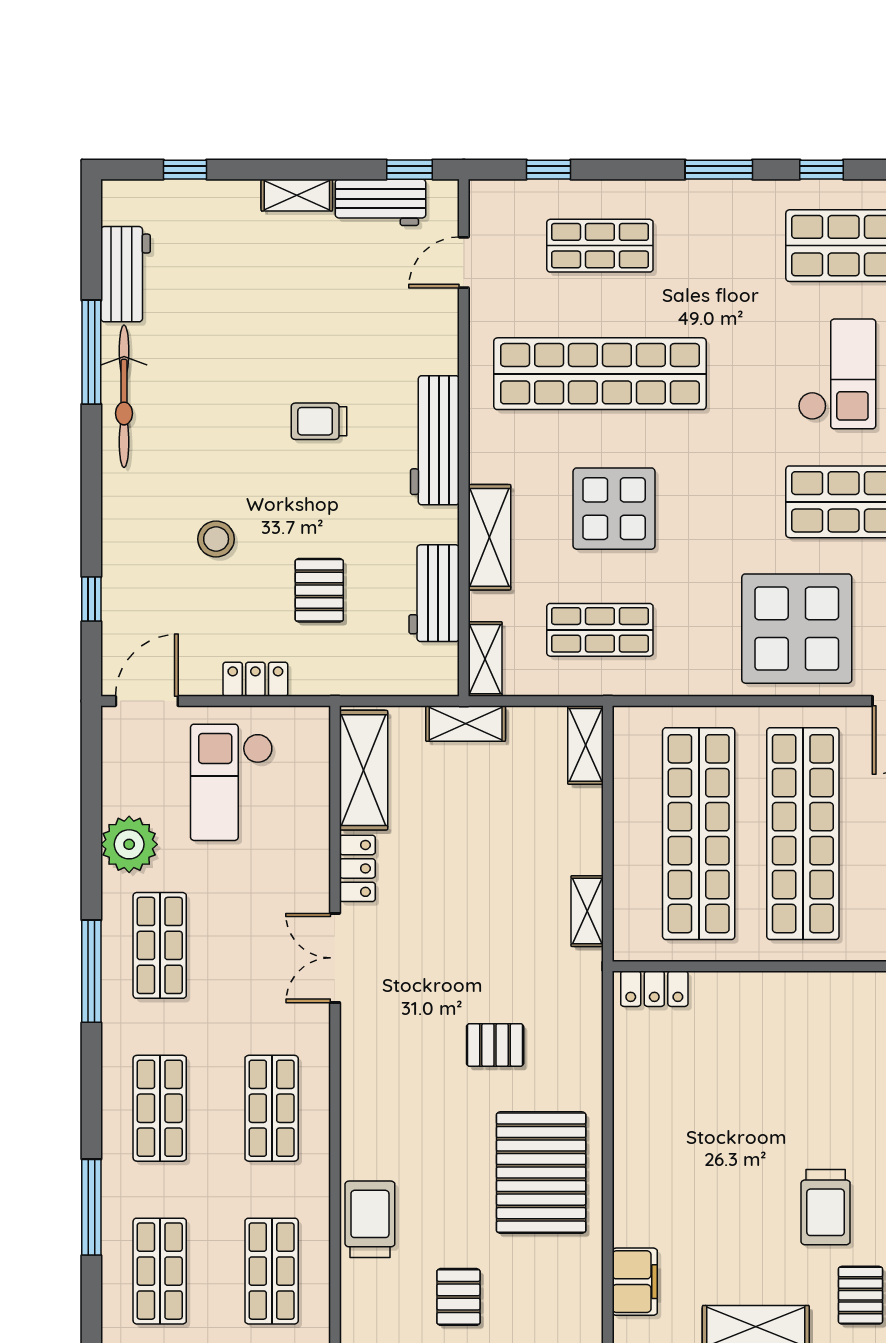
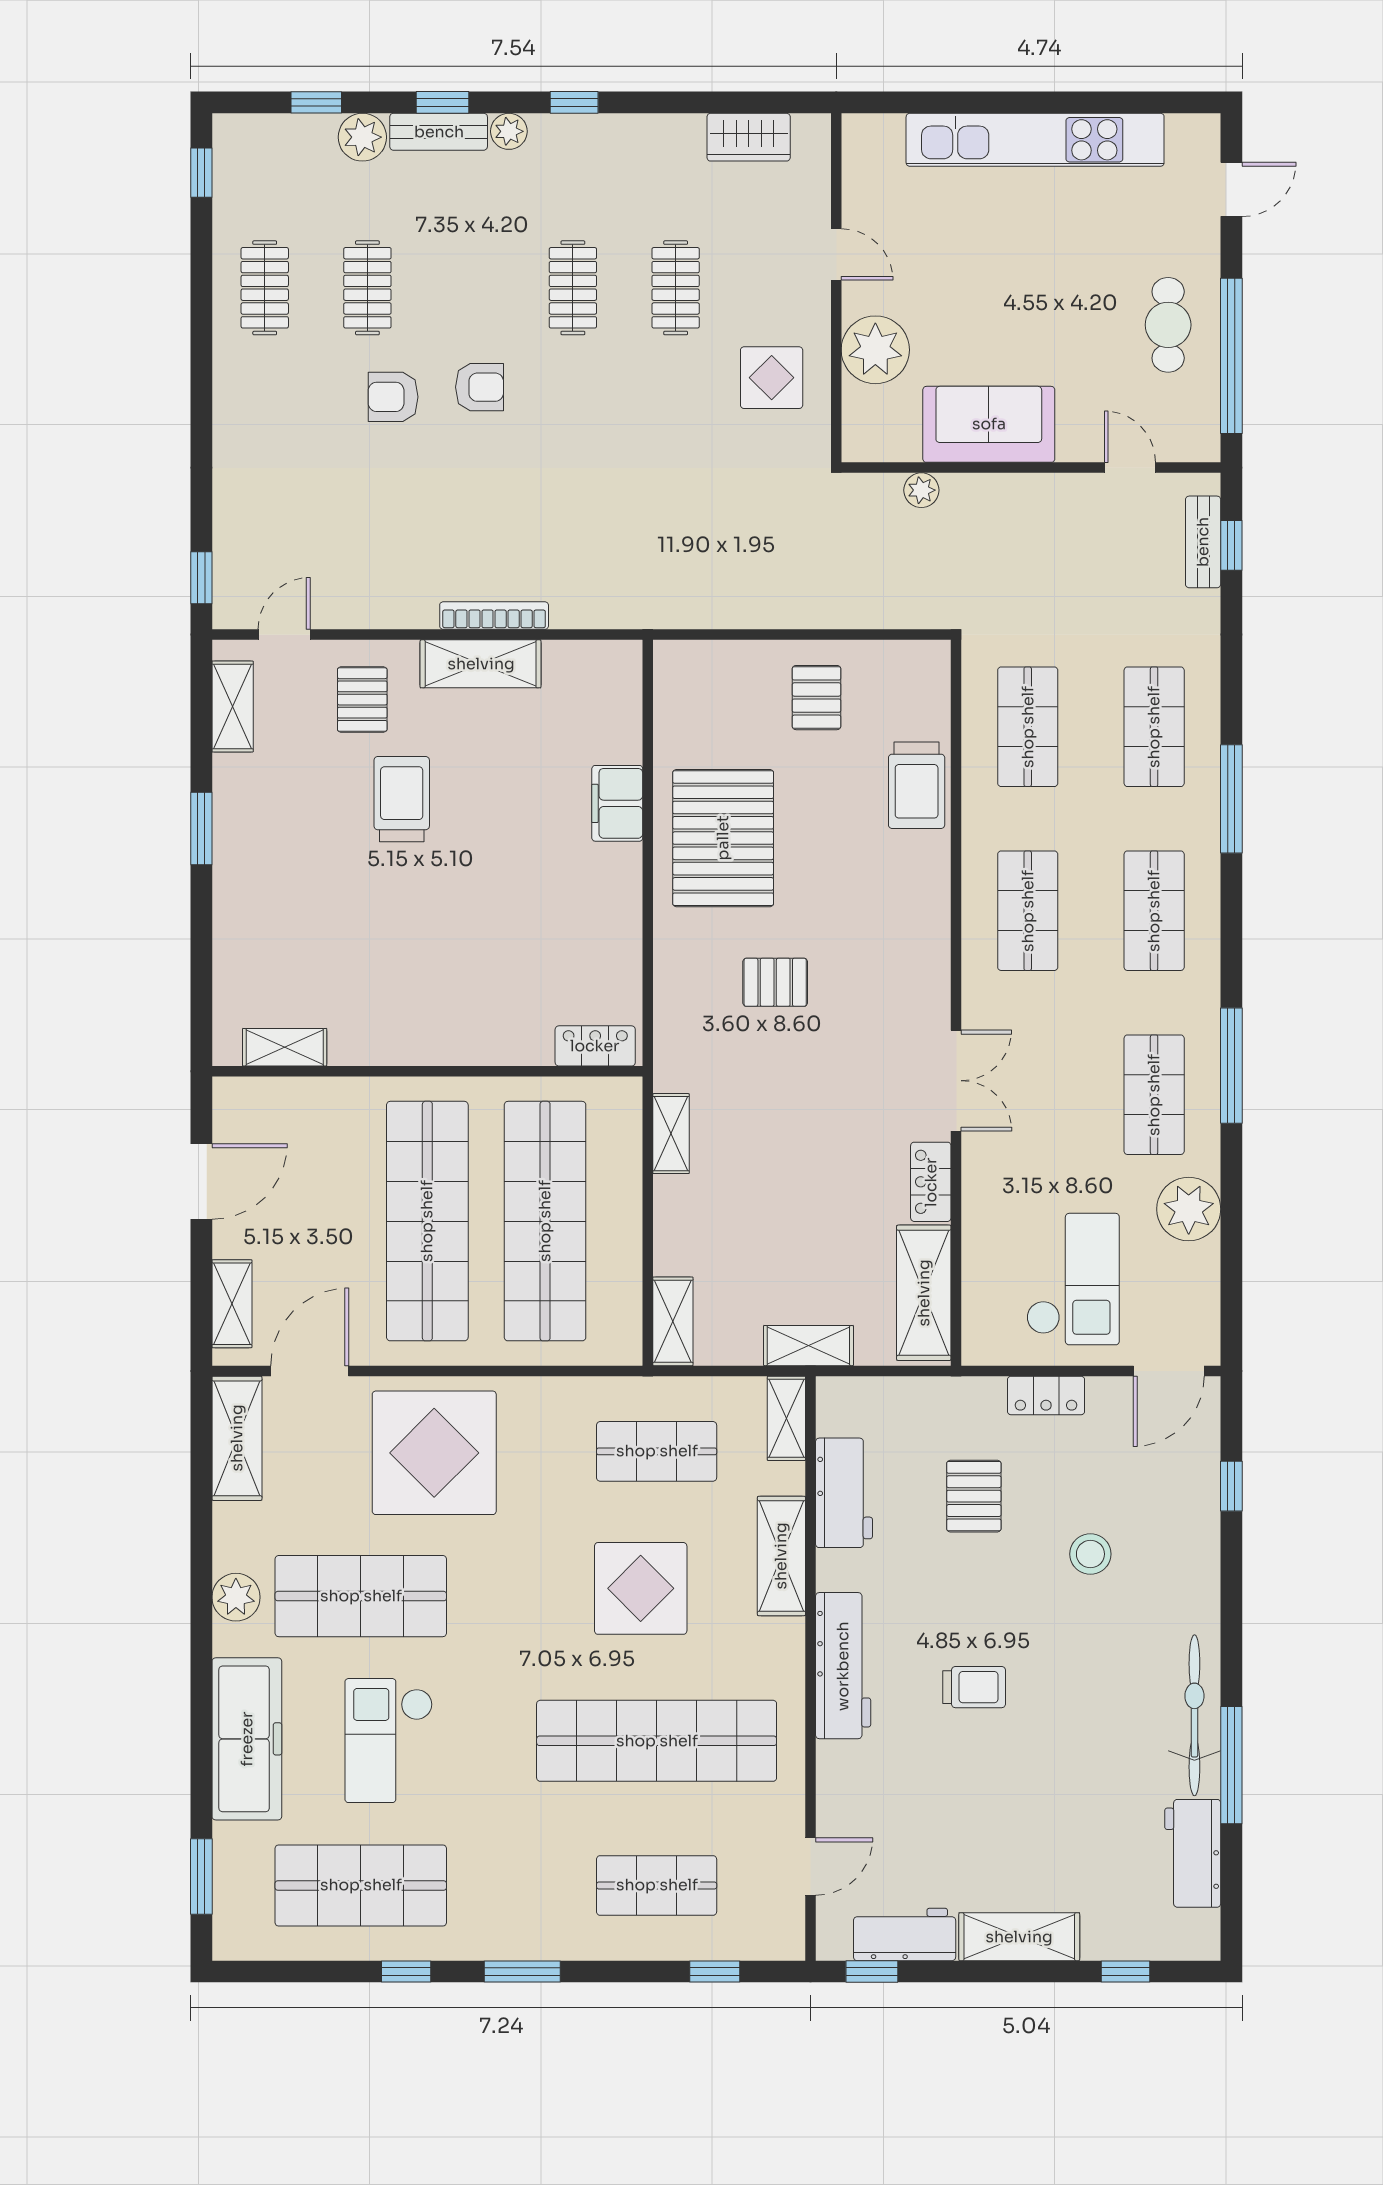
shelving: (297, 195) -> (1019, 1937), width x1.50, depth x1.33
filing cabinet: (635, 1282) -> (617, 803), moved

